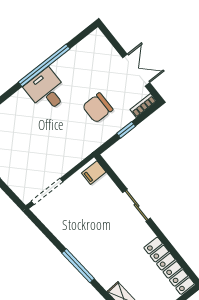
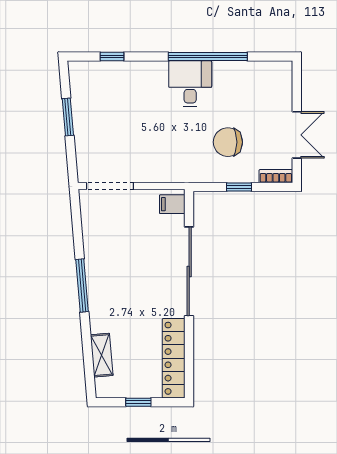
sliding door: (137, 205) -> (189, 271), width x1.86

